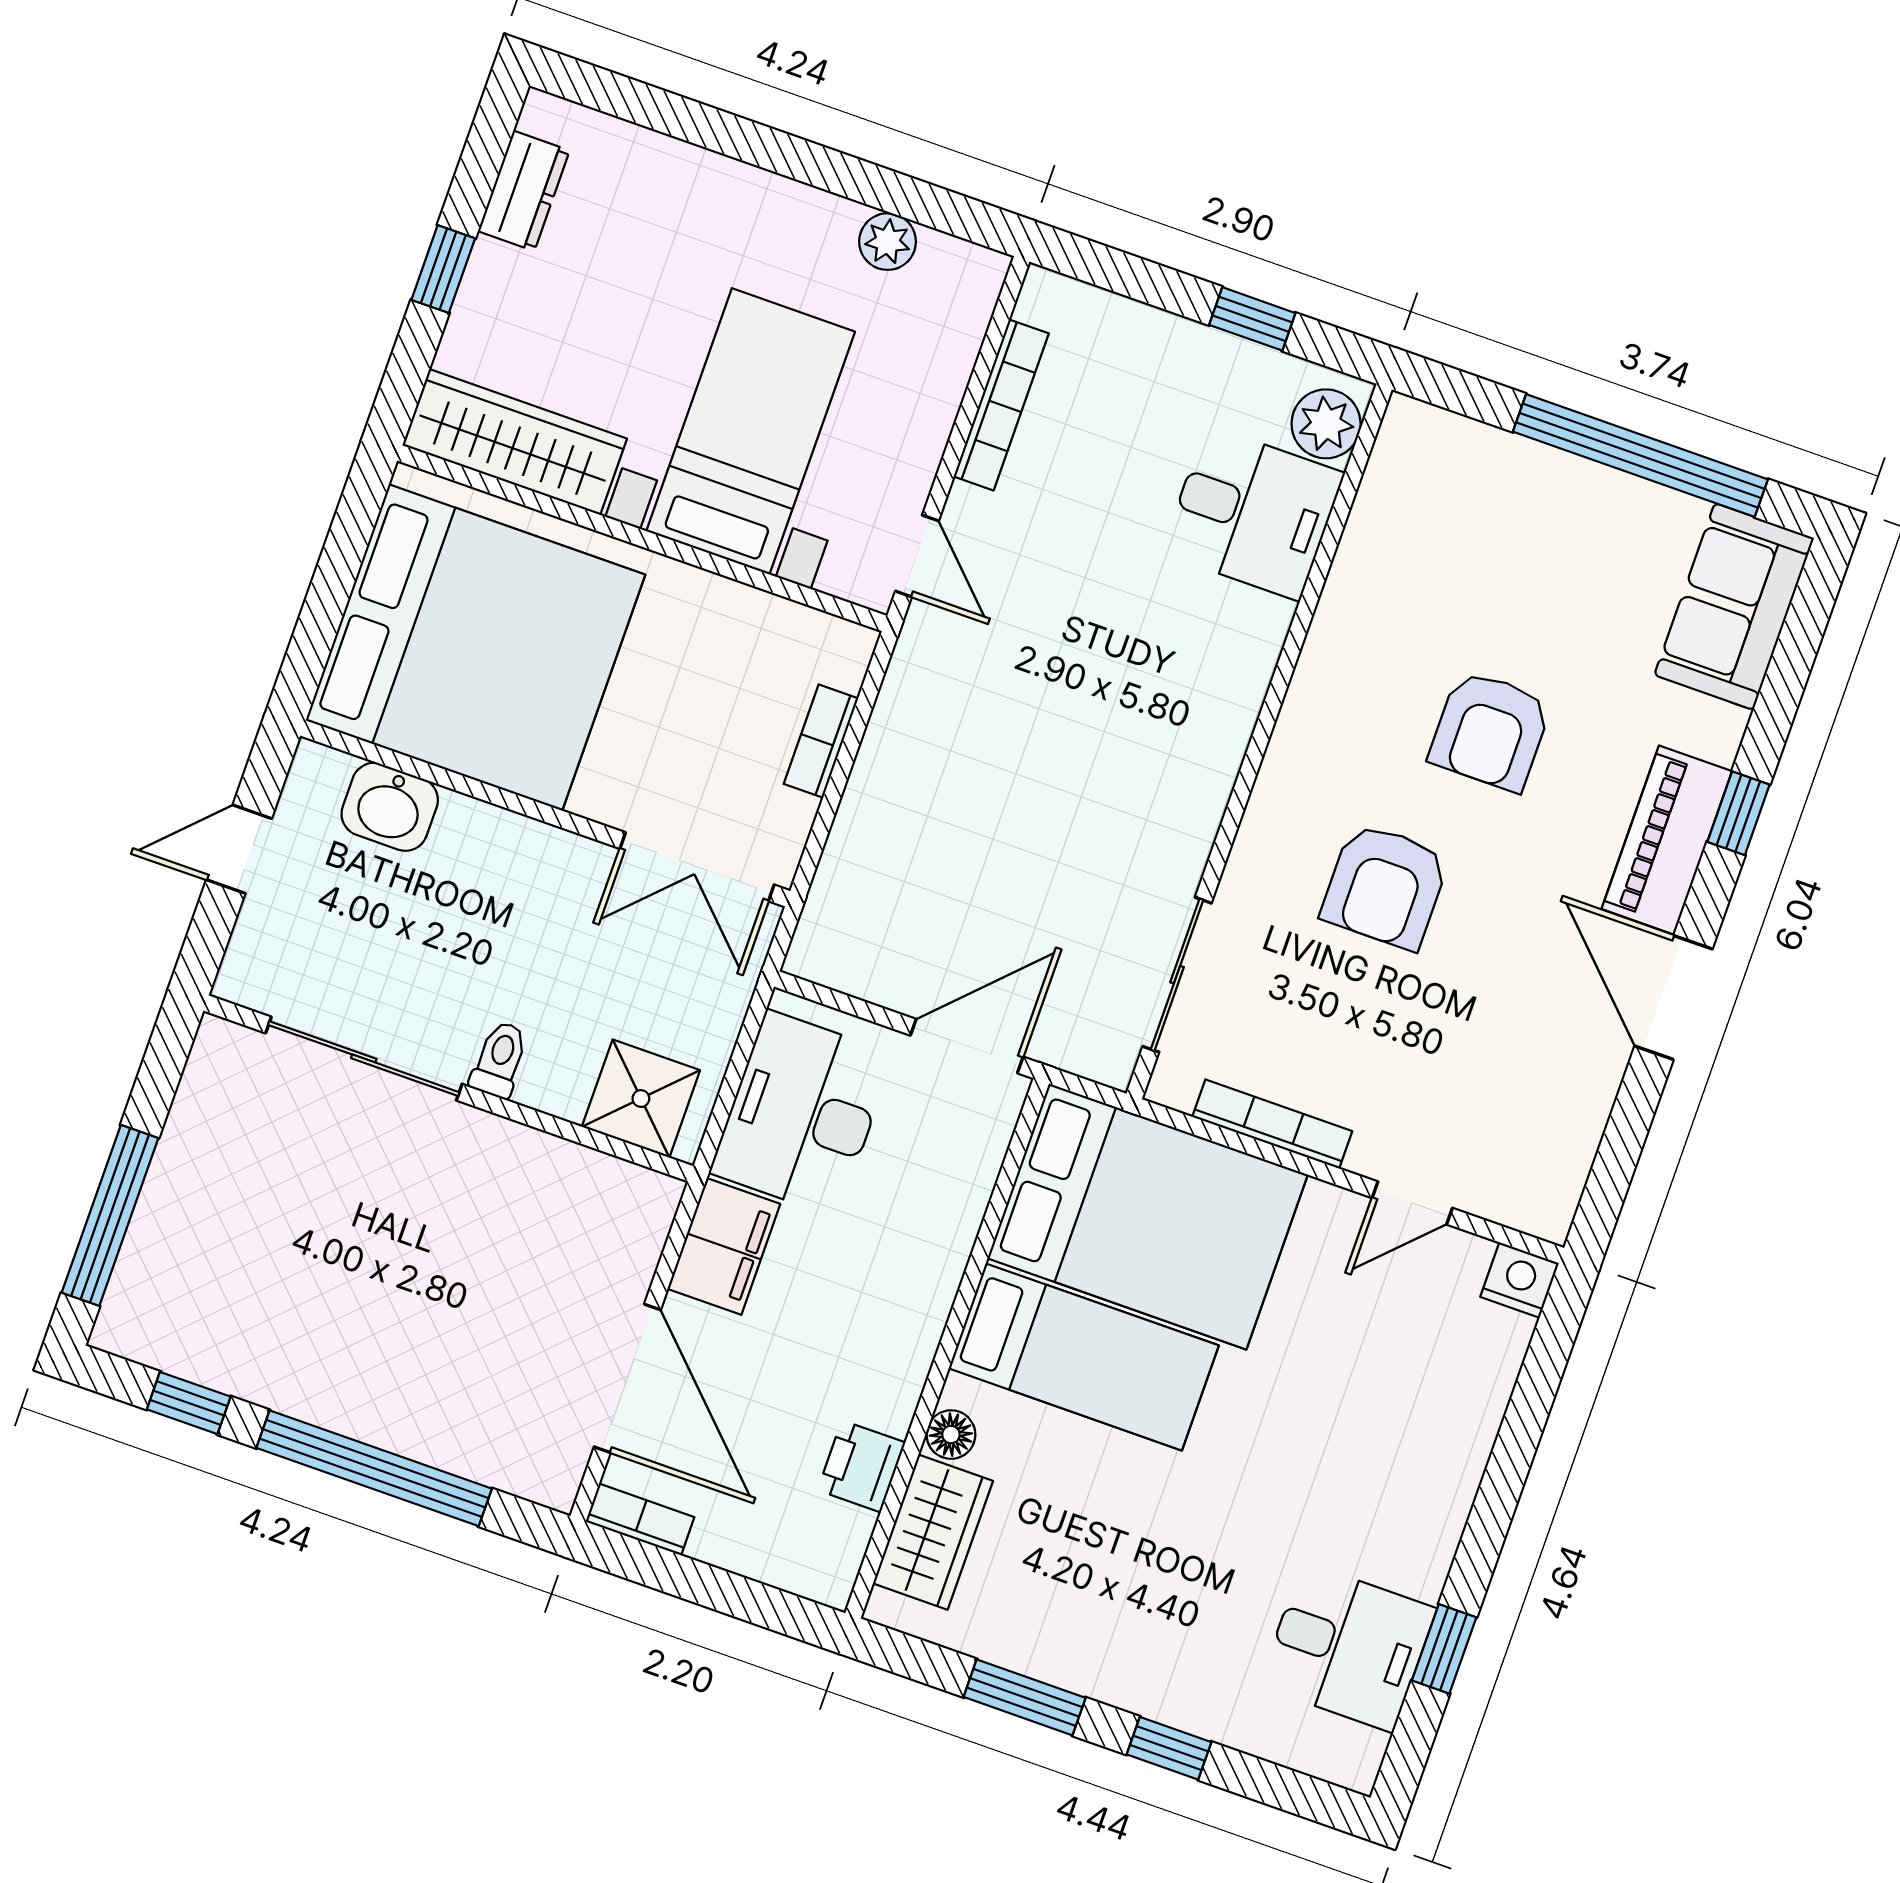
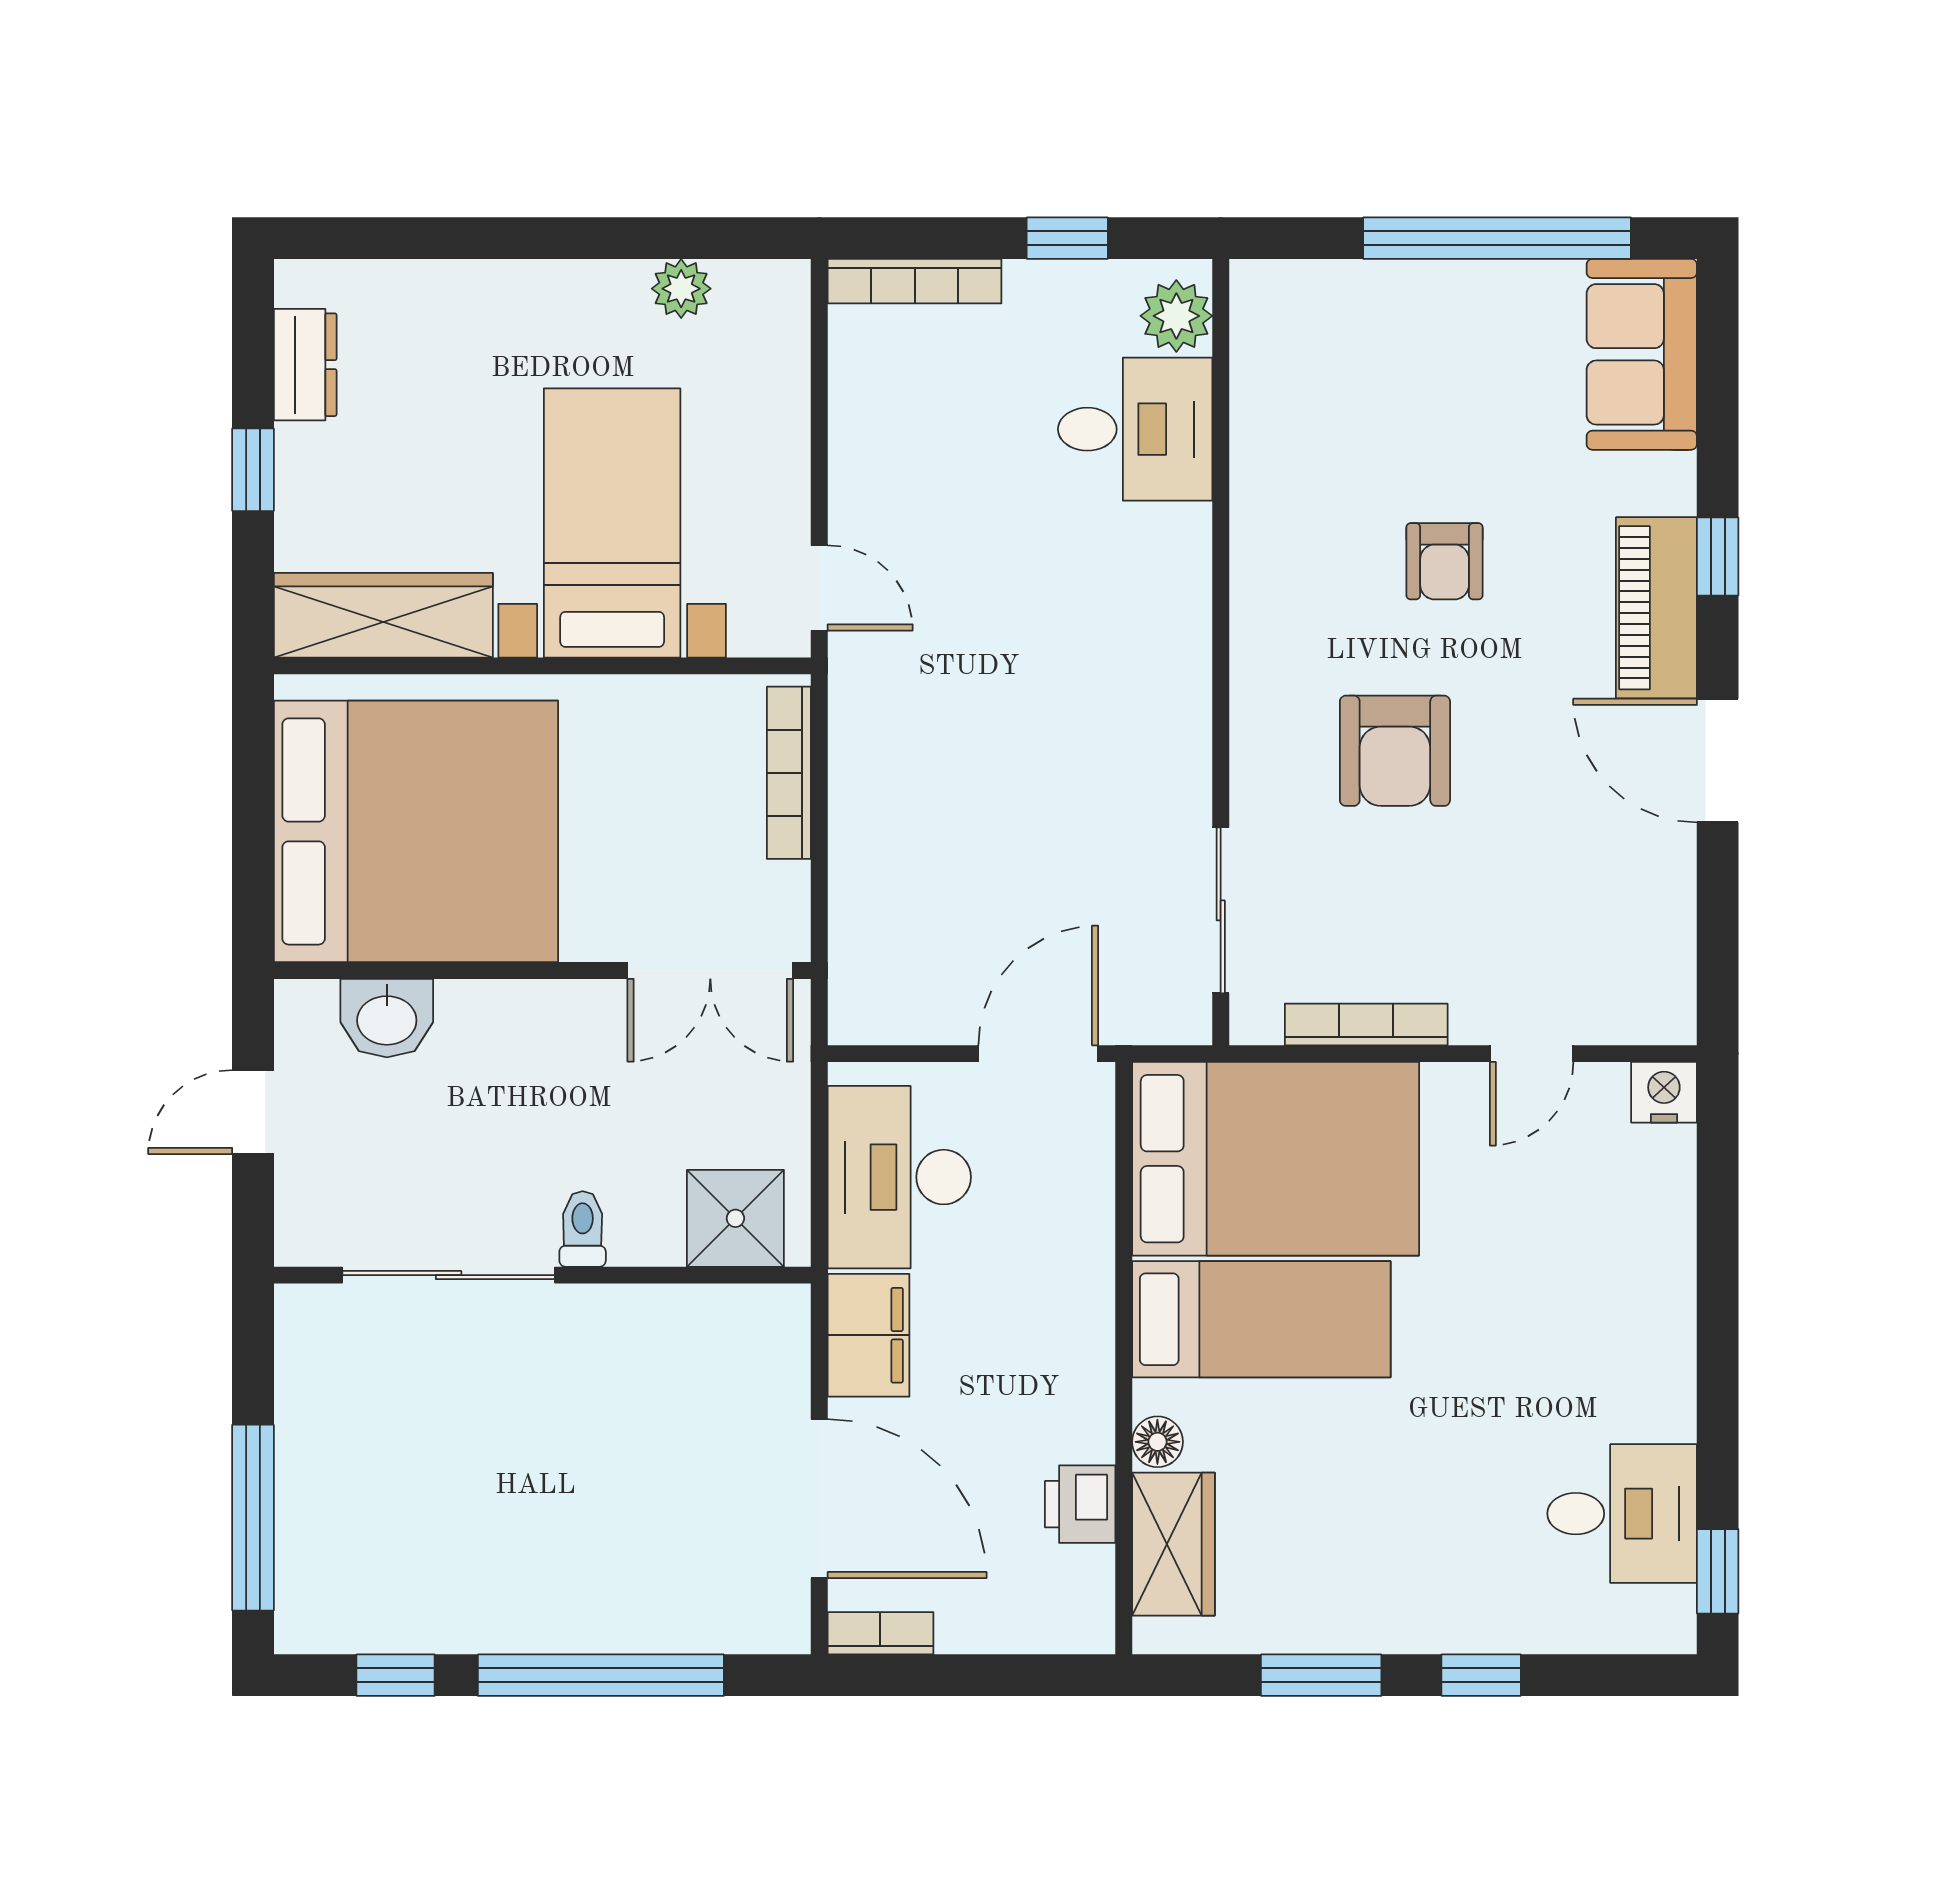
bookcase: (1001, 405) -> (915, 281), moved, turned 90
armchair: (1490, 731) -> (1445, 561), width x0.72, depth x0.72
bookcase: (821, 741) -> (789, 773), width x1.56
window: (1444, 1649) -> (1718, 1571), moved

